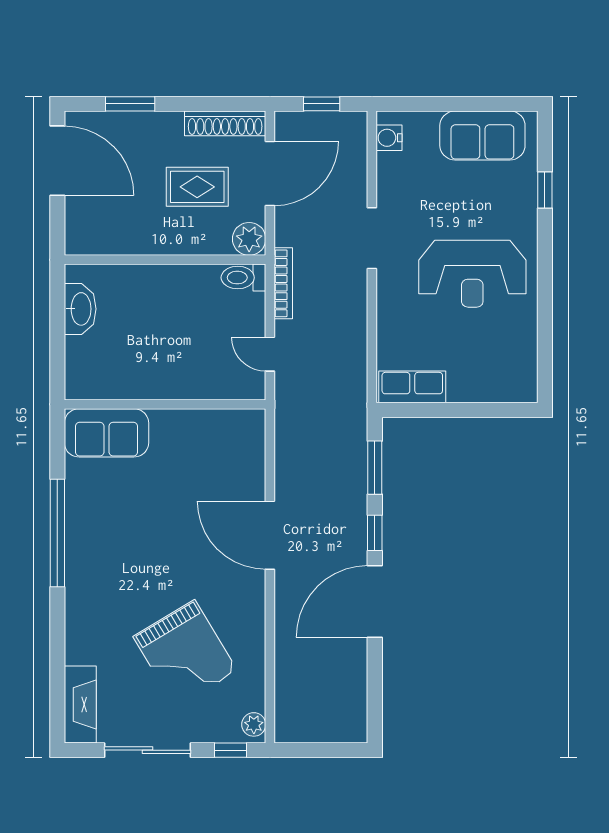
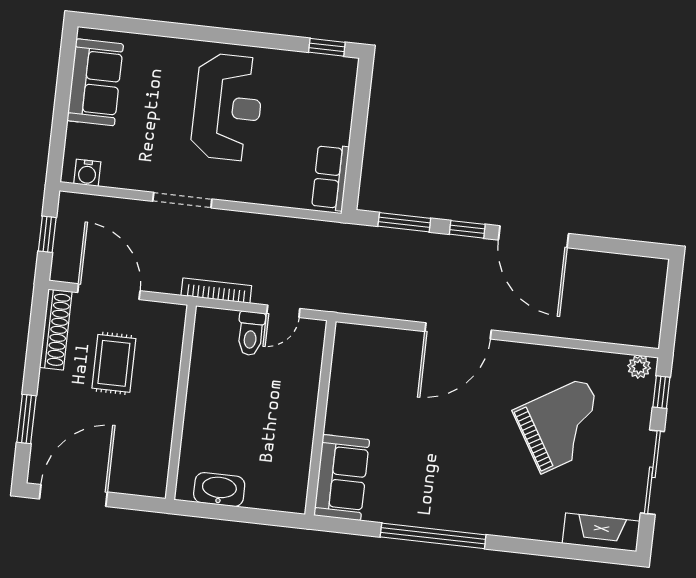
window: (545, 190) -> (327, 47), moved
plant: (249, 239) -> (170, 319), removed
toilet: (243, 278) -> (251, 333), moved

